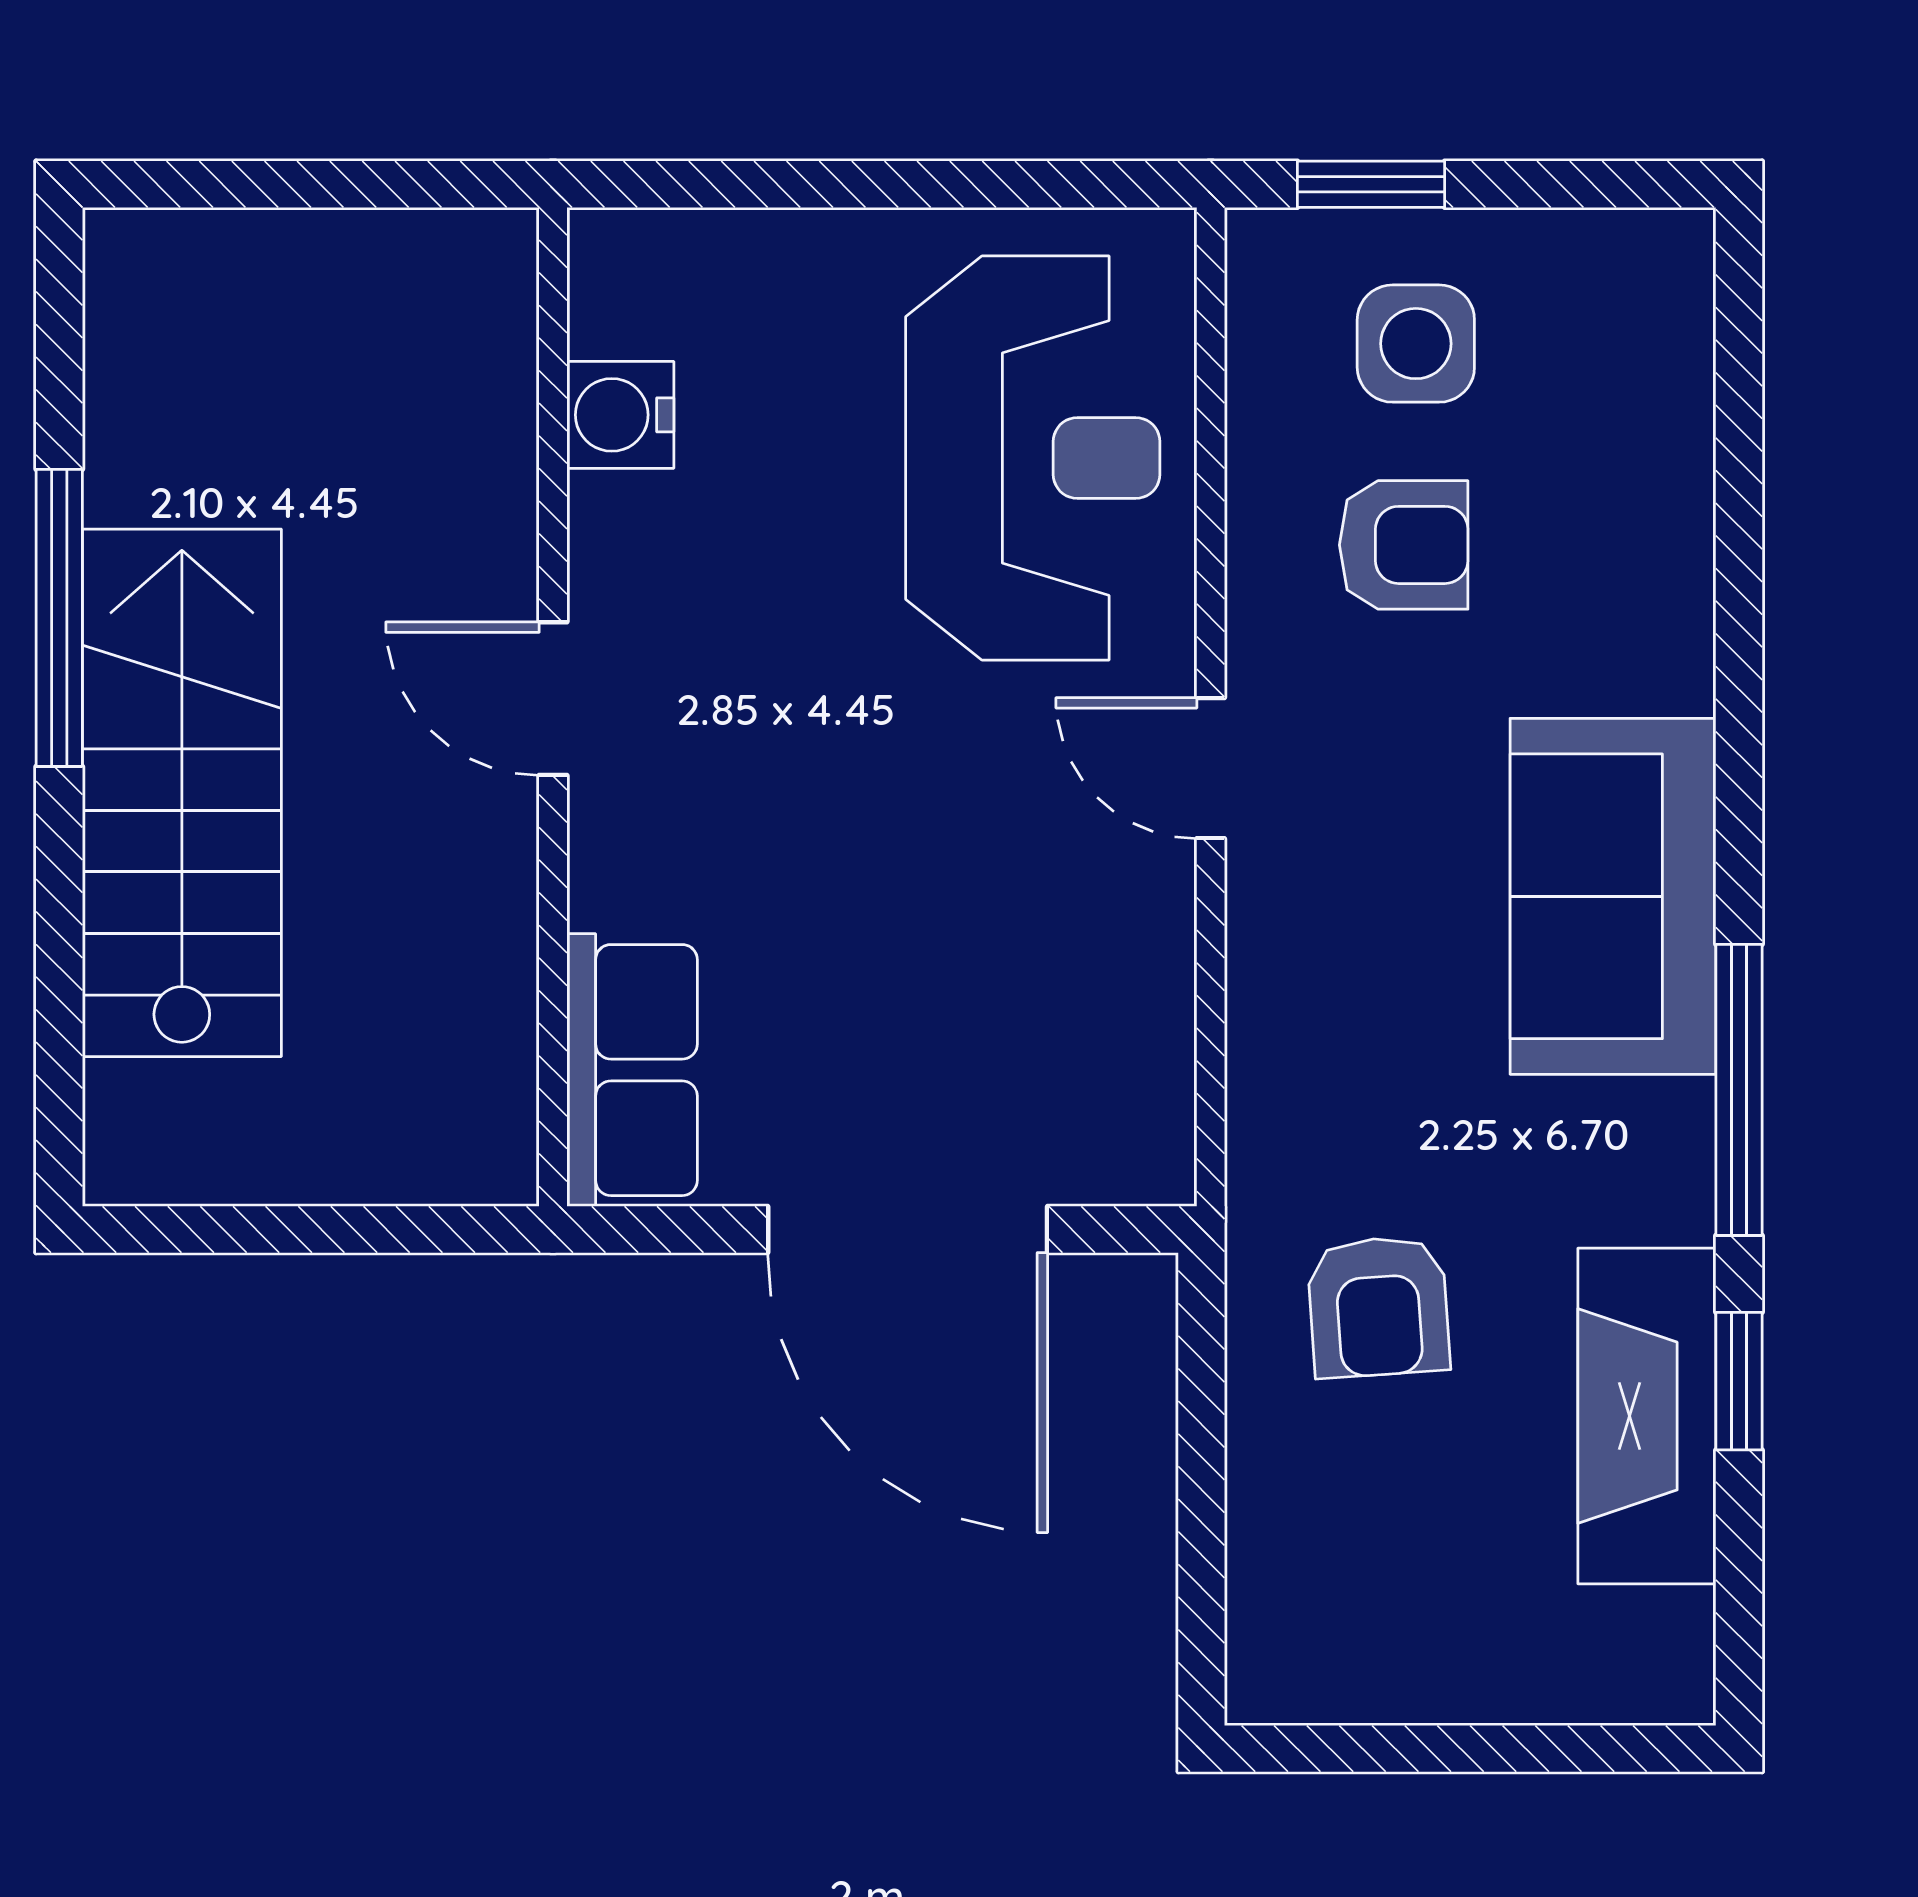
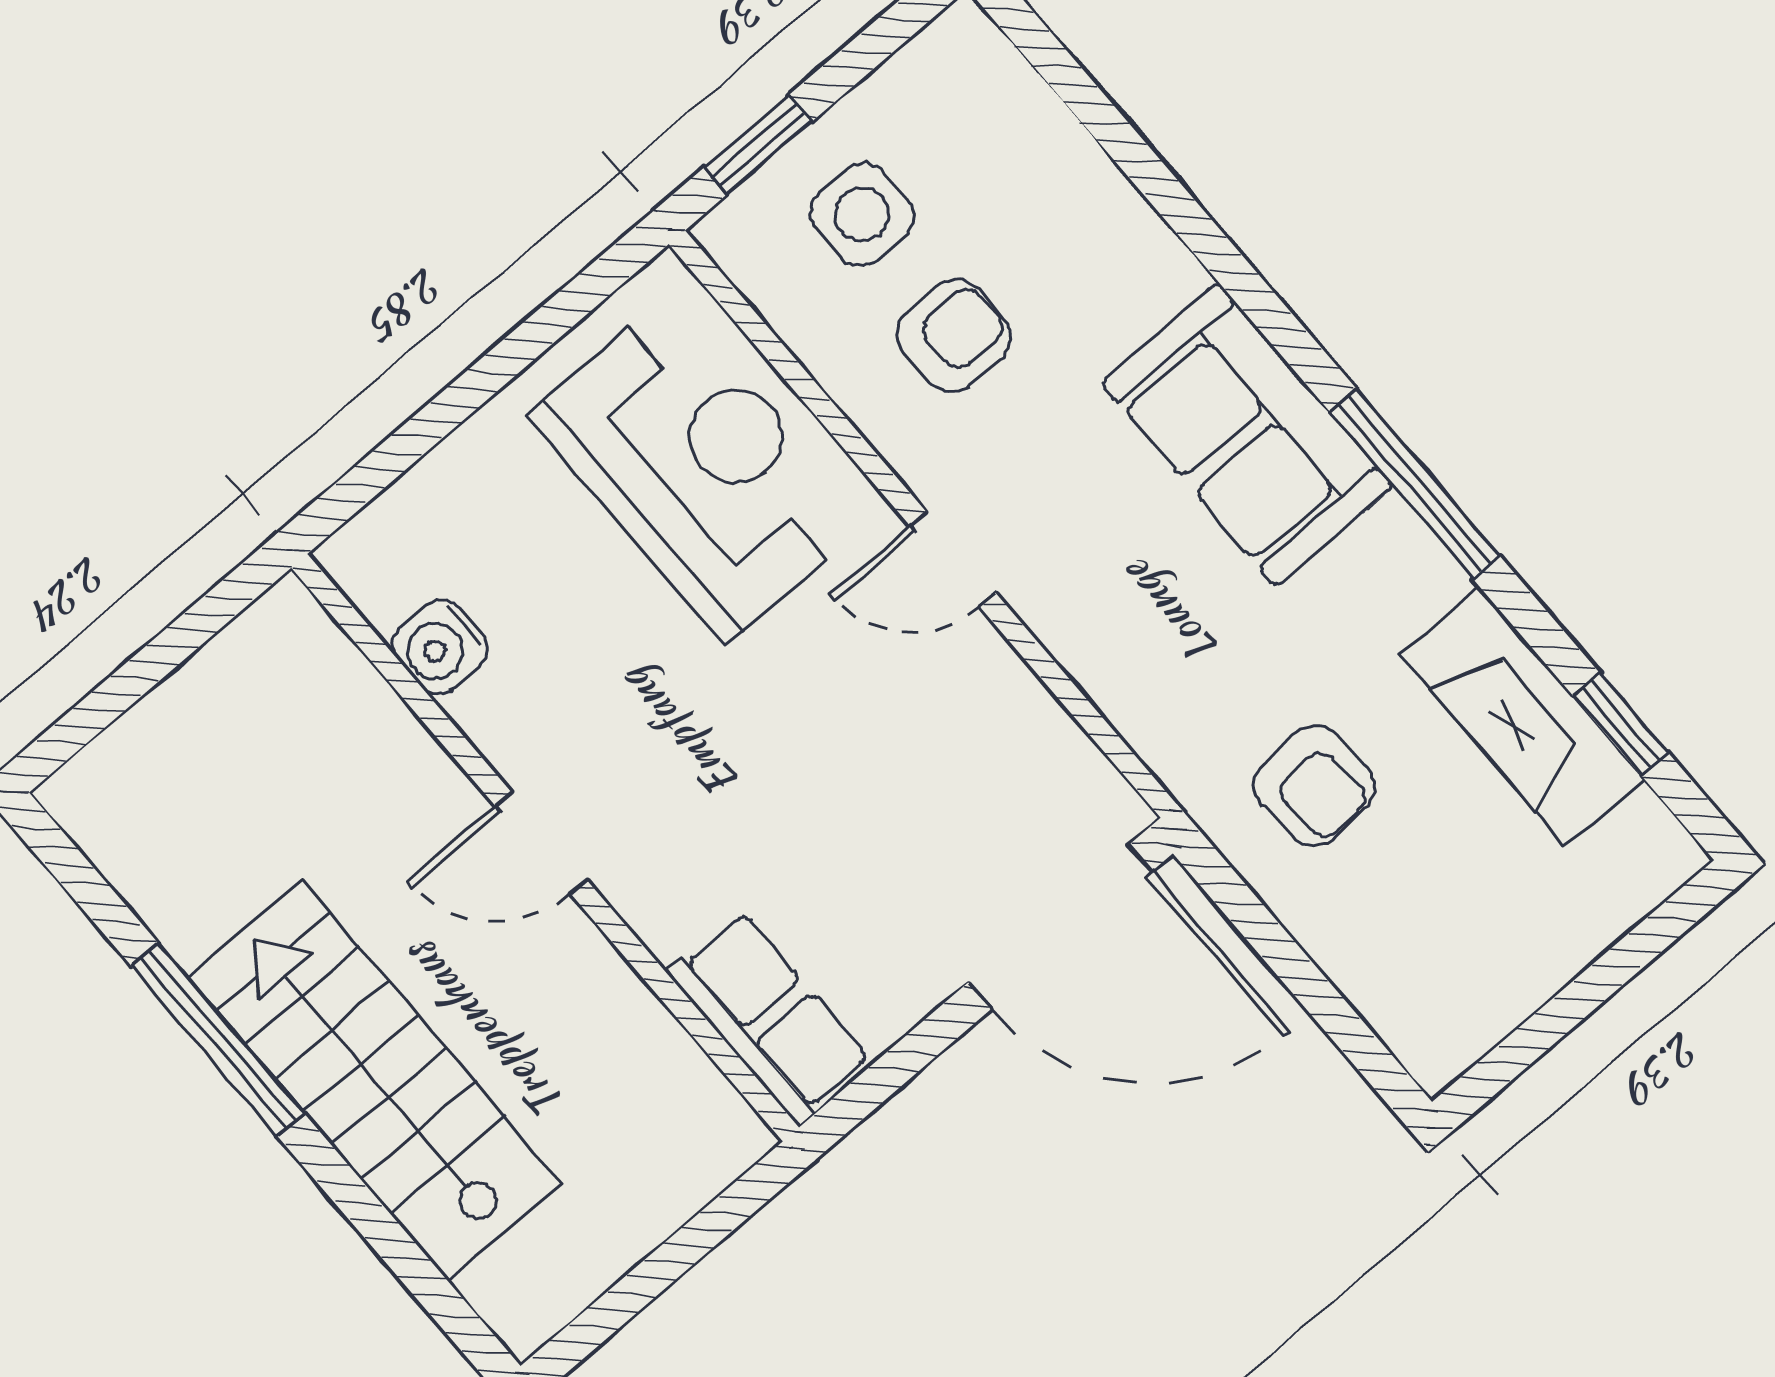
door: (908, 1229) -> (1060, 927), moved
window: (1739, 1381) -> (1621, 724), moved

